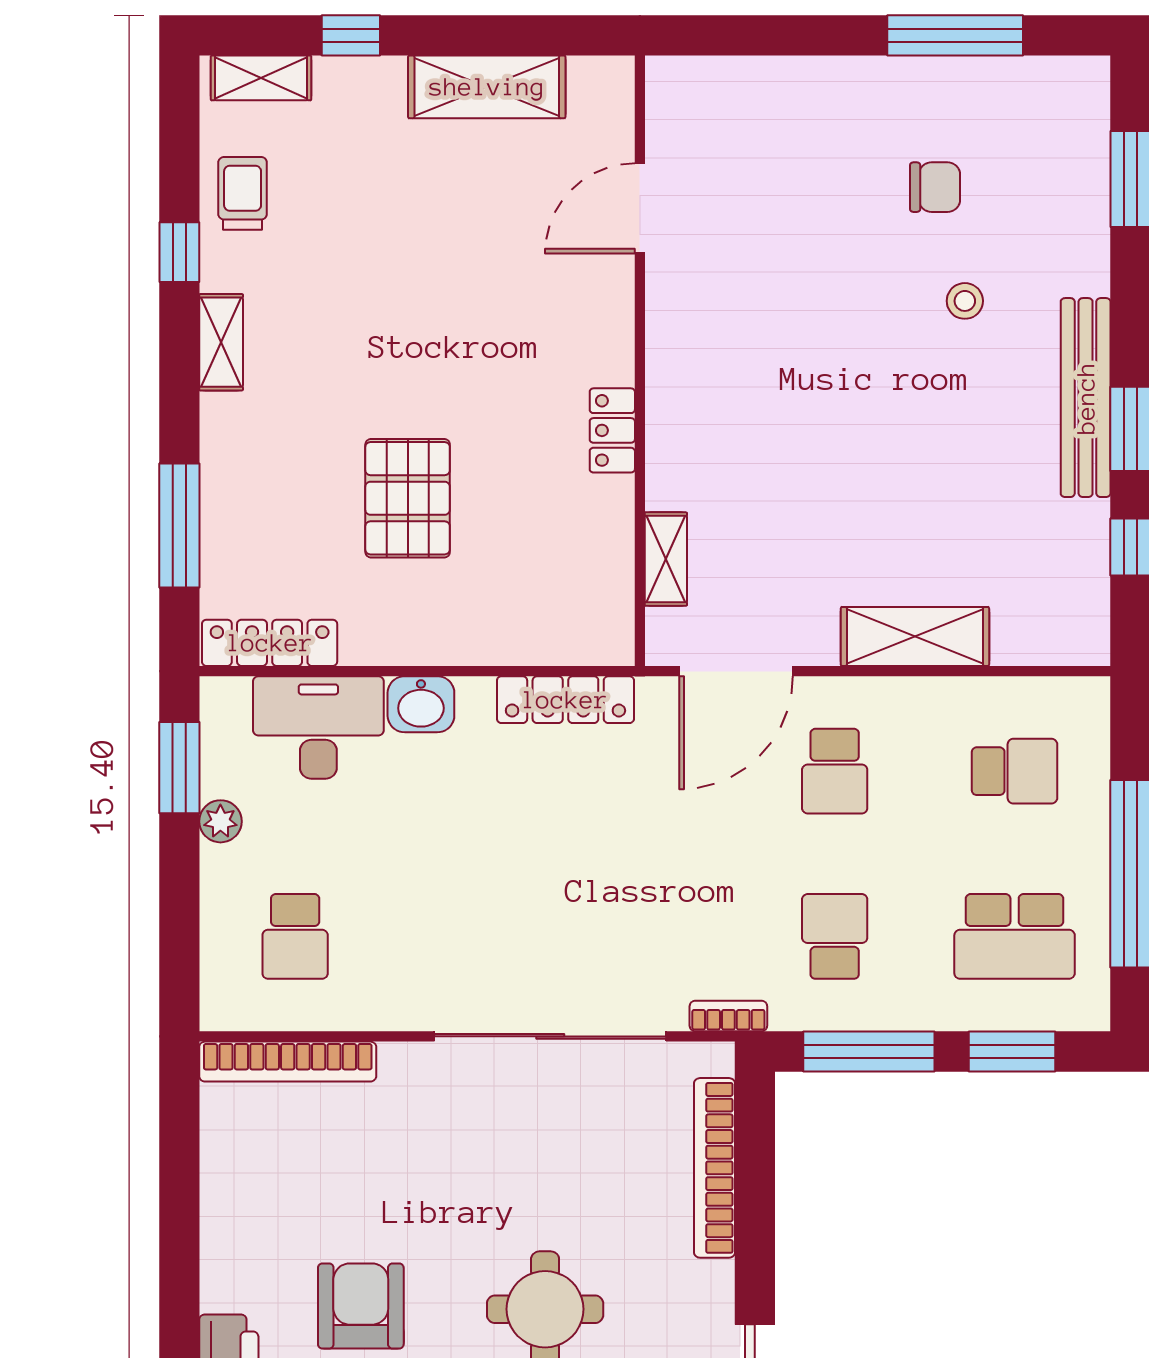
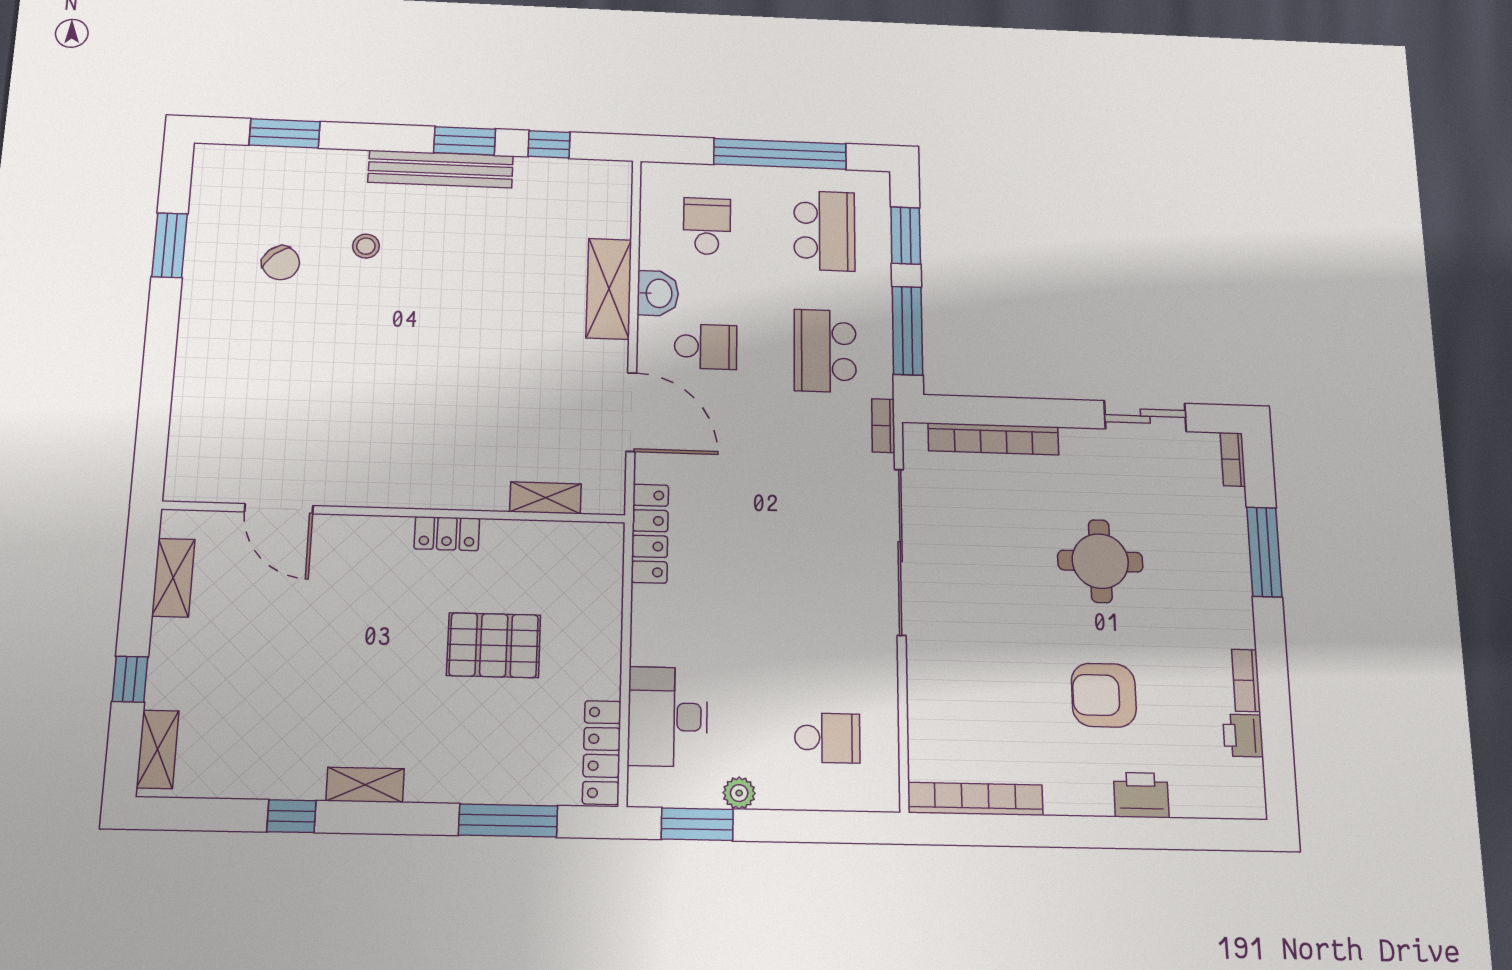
window: (955, 35) -> (170, 245), width x0.69
shelving: (487, 87) -> (173, 578), width x0.67, depth x0.75
chair: (935, 187) -> (281, 263), turned 139
trolley: (243, 193) -> (248, 766), removed
door: (640, 208) -> (279, 509), moved
wall: (640, 361) -> (395, 512), moved
locker: (612, 430) -> (447, 534), moved
shelving: (666, 559) -> (545, 498), moved
washbasin: (421, 704) -> (658, 293), moved
school desk: (835, 936) -> (825, 351), width x1.85
bookcase: (288, 1062) -> (975, 799), moved, turned -90

